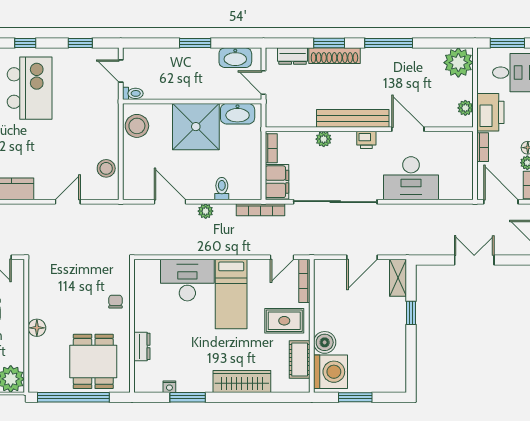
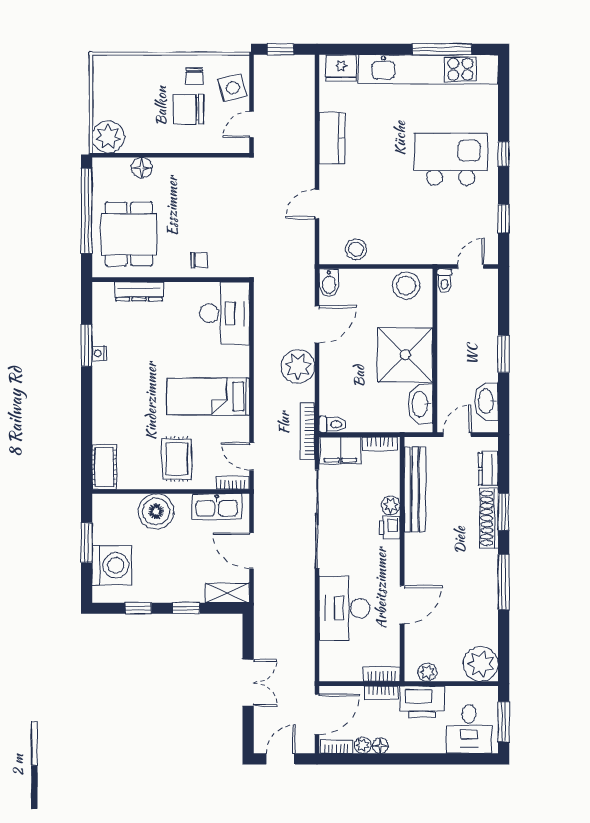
kitchen island: (30, 88) -> (451, 159), turned 180
bench: (353, 118) -> (415, 490), moved
printer: (366, 140) -> (390, 528), moved
bookcase: (467, 147) -> (382, 674), added
toilet: (222, 189) -> (332, 424), moved
bidet: (135, 192) -> (329, 283), added
door: (68, 202) -> (317, 204), swing flipped
plant: (206, 211) -> (298, 366), width x1.88, depth x1.88
desk: (187, 280) -> (225, 313), moved
bookcase: (304, 281) -> (233, 483), width x0.64
kitchen sink: (325, 287) -> (217, 507), added
floor lamp: (37, 328) -> (142, 168), moved
boiler: (325, 342) -> (156, 511), width x1.37, depth x1.37
dresser: (142, 346) -> (139, 291), width x1.44
window: (411, 353) -> (138, 608), added
cot: (300, 360) -> (104, 467), moved, turned 90
dining table: (93, 361) -> (129, 234), turned 90
washing machine: (330, 372) -> (112, 565), moved, turned -90
wardrobe: (242, 382) -> (105, 409), removed
nightstand: (169, 387) -> (99, 353), moved

